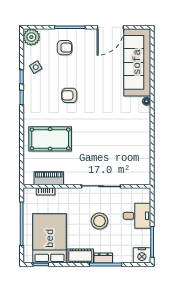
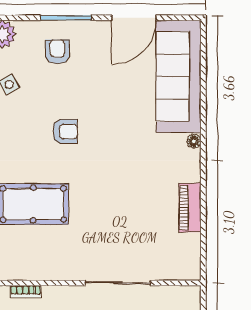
armchair: (65, 48) -> (57, 52), turned -90
armchair: (69, 95) -> (65, 131), turned 180
piano: (49, 178) -> (190, 208), moved, turned -90

